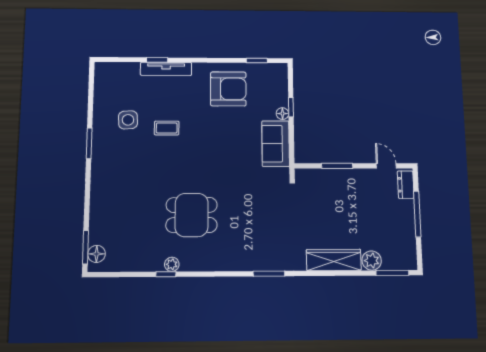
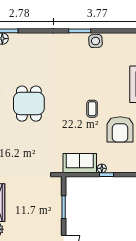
side table: (128, 120) -> (95, 41), moved
coffee table: (167, 128) -> (92, 109), moved

